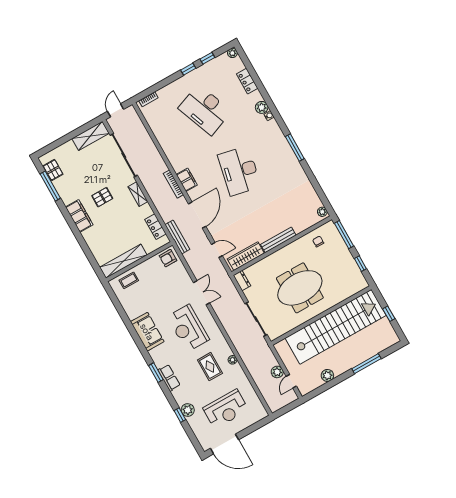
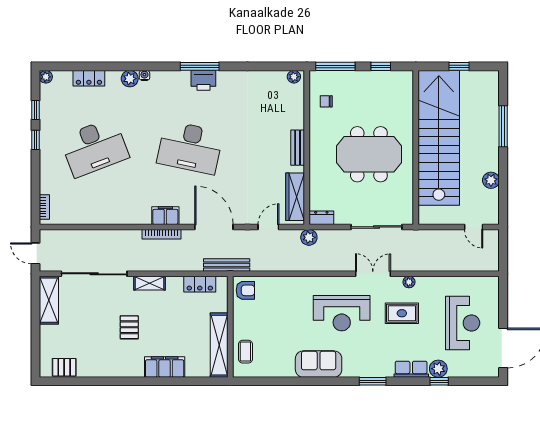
printer: (287, 155) -> (203, 80), added
window: (50, 186) -> (81, 381), removed
filing cabinet: (79, 216) -> (165, 367), moved
bench: (278, 240) -> (298, 148), width x0.73
armchair: (168, 258) -> (245, 290), turned -90
meeting table: (300, 288) -> (369, 154), turned 90
double door: (202, 293) -> (373, 274), moved
plant: (277, 372) -> (309, 237), moved
row of seats: (169, 378) -> (411, 369), moved

